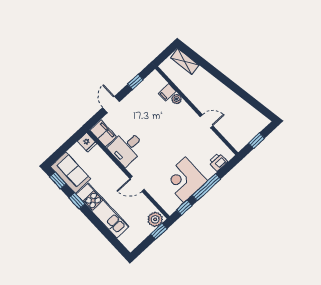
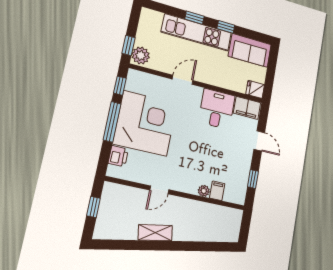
shelving: (185, 61) -> (155, 233), moved
window: (58, 180) -> (194, 18), moved
corner desk: (184, 180) -> (145, 123), width x1.36, depth x1.36

